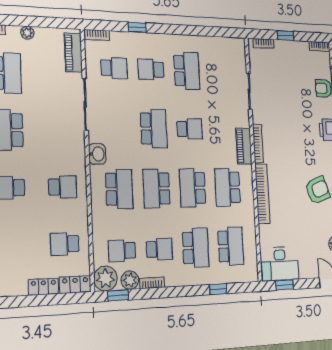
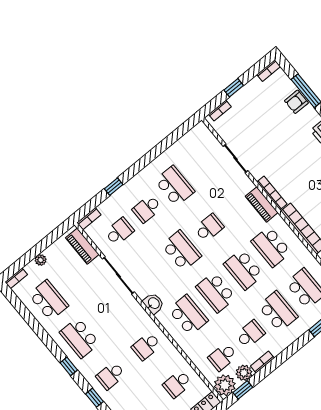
school desk: (63, 187) -> (146, 346), turned 180

